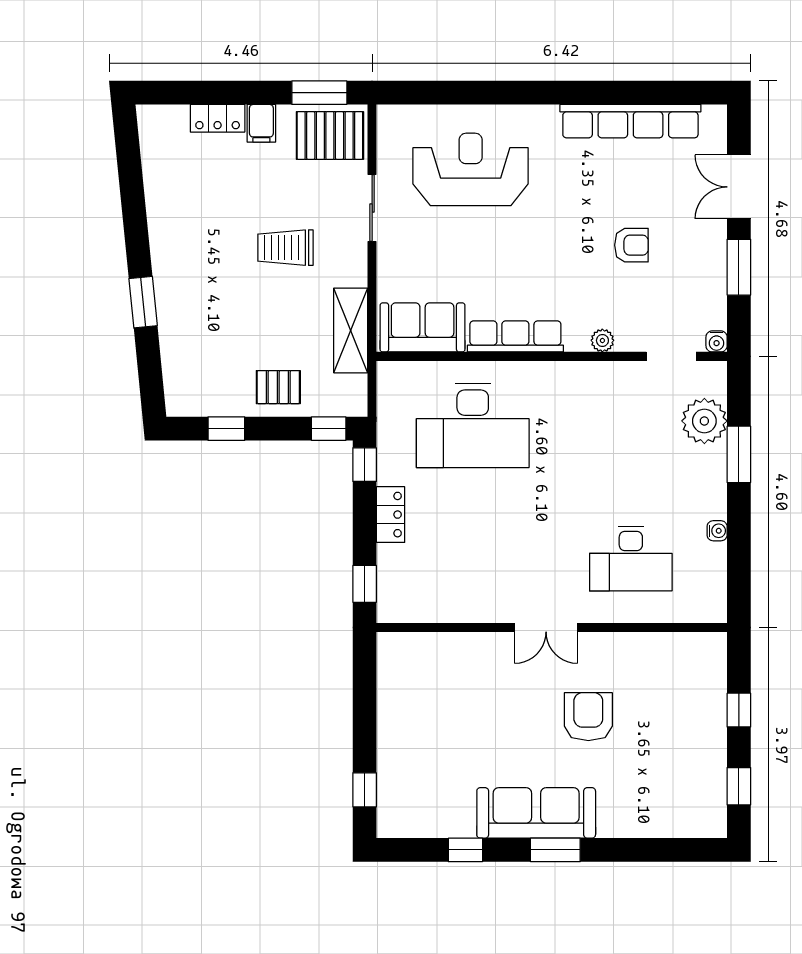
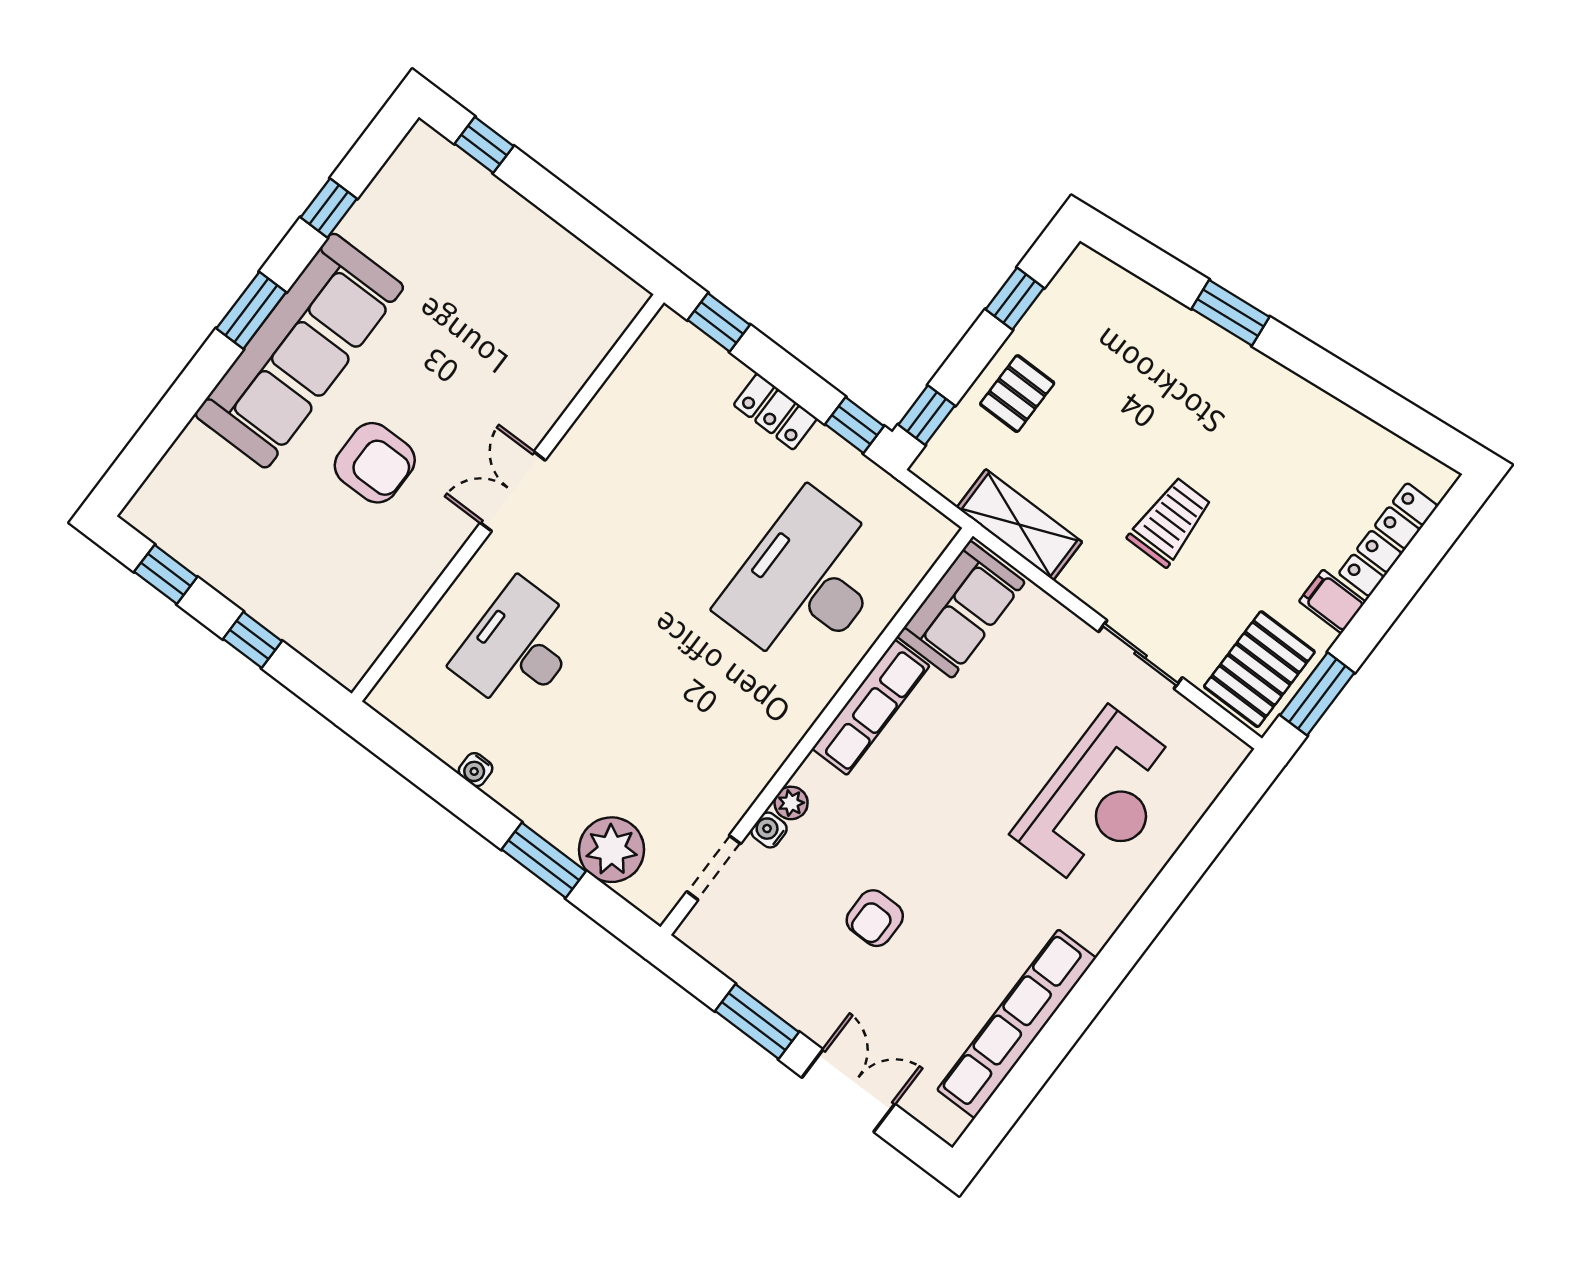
locker: (218, 118) -> (1388, 540), width x1.53
water cooler: (717, 341) -> (769, 830), moved
sofa: (536, 813) -> (299, 351), width x1.36, depth x1.27

